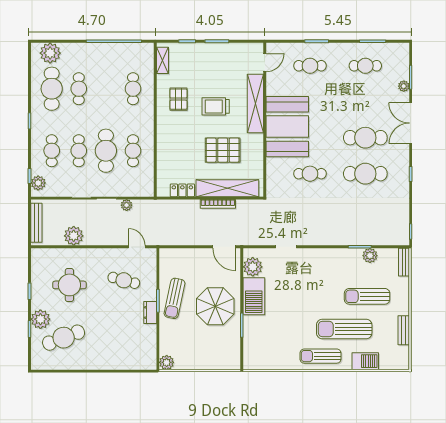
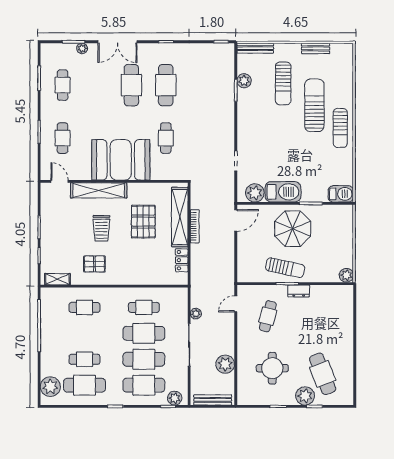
cafe table: (52, 151) -> (144, 385), width x1.37, depth x1.35
cafe table: (79, 151) -> (144, 359), width x1.37, depth x1.35
bench: (404, 262) -> (255, 48), width x1.36
sun lounger: (344, 329) -> (314, 105), turned 180
barbecue: (365, 361) -> (341, 194), moved, turned 90

